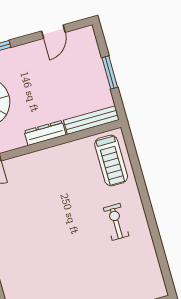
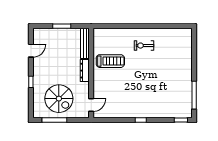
door: (53, 32) -> (31, 51), hinge flipped
treadmill: (111, 160) -> (110, 61), moved

